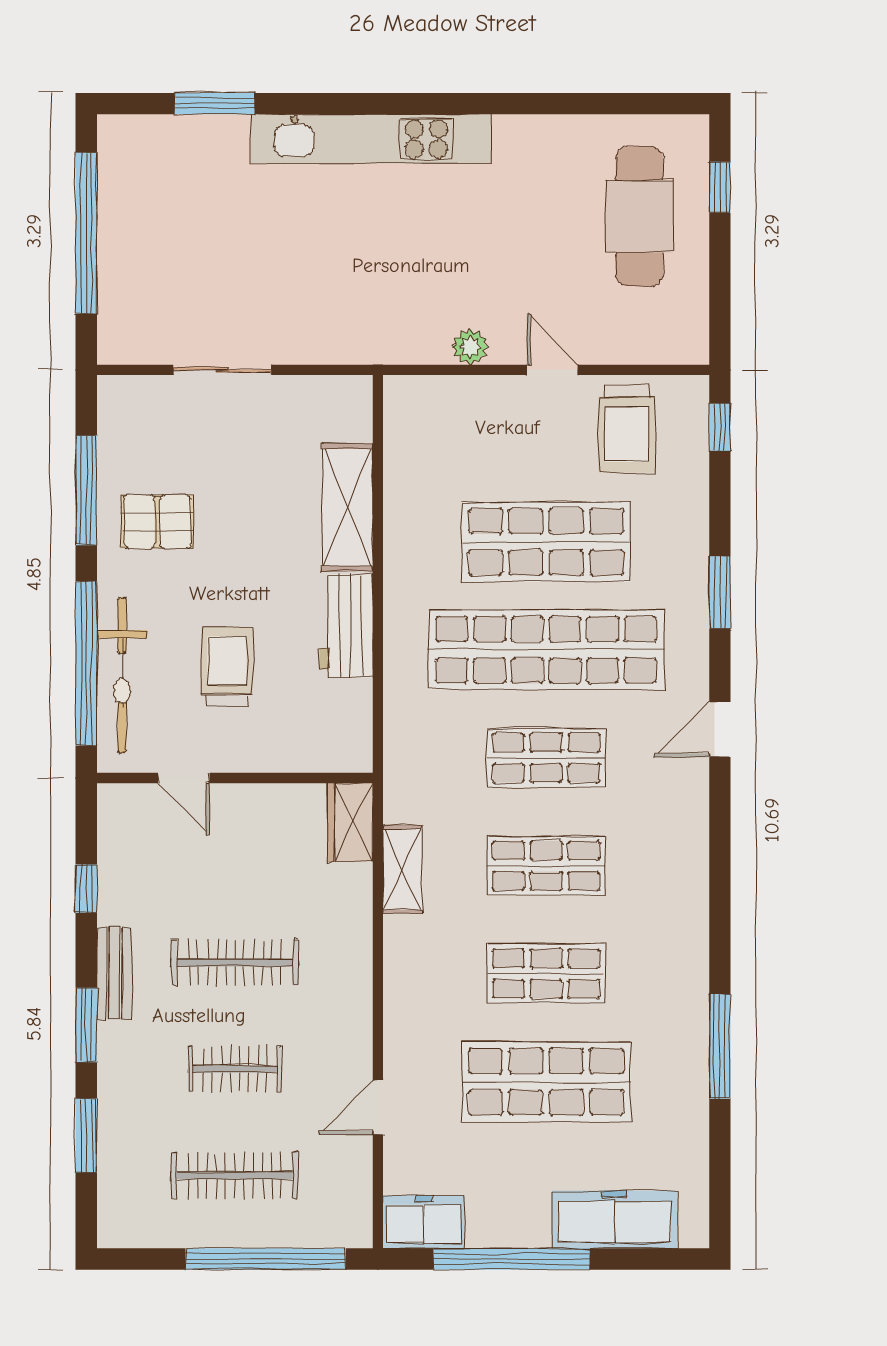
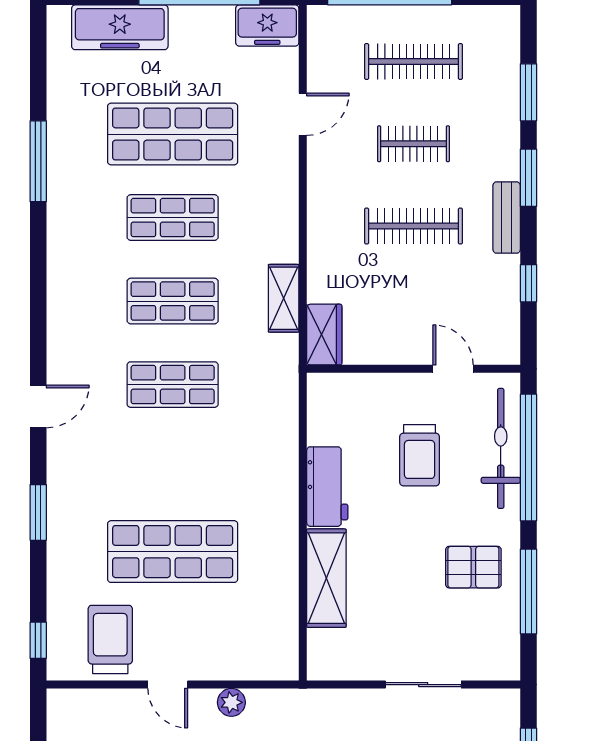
shop shelf: (546, 650) -> (173, 468), removed

